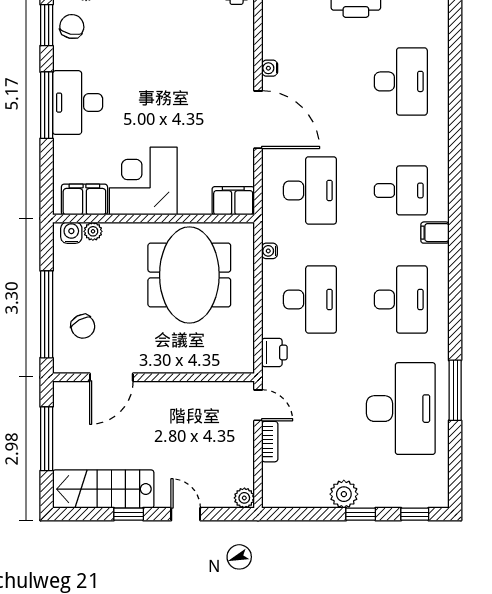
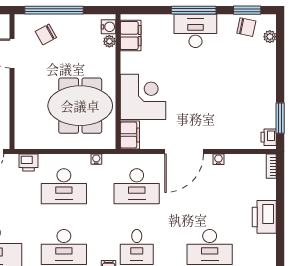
corner desk: (143, 181) -> (143, 97), moved

